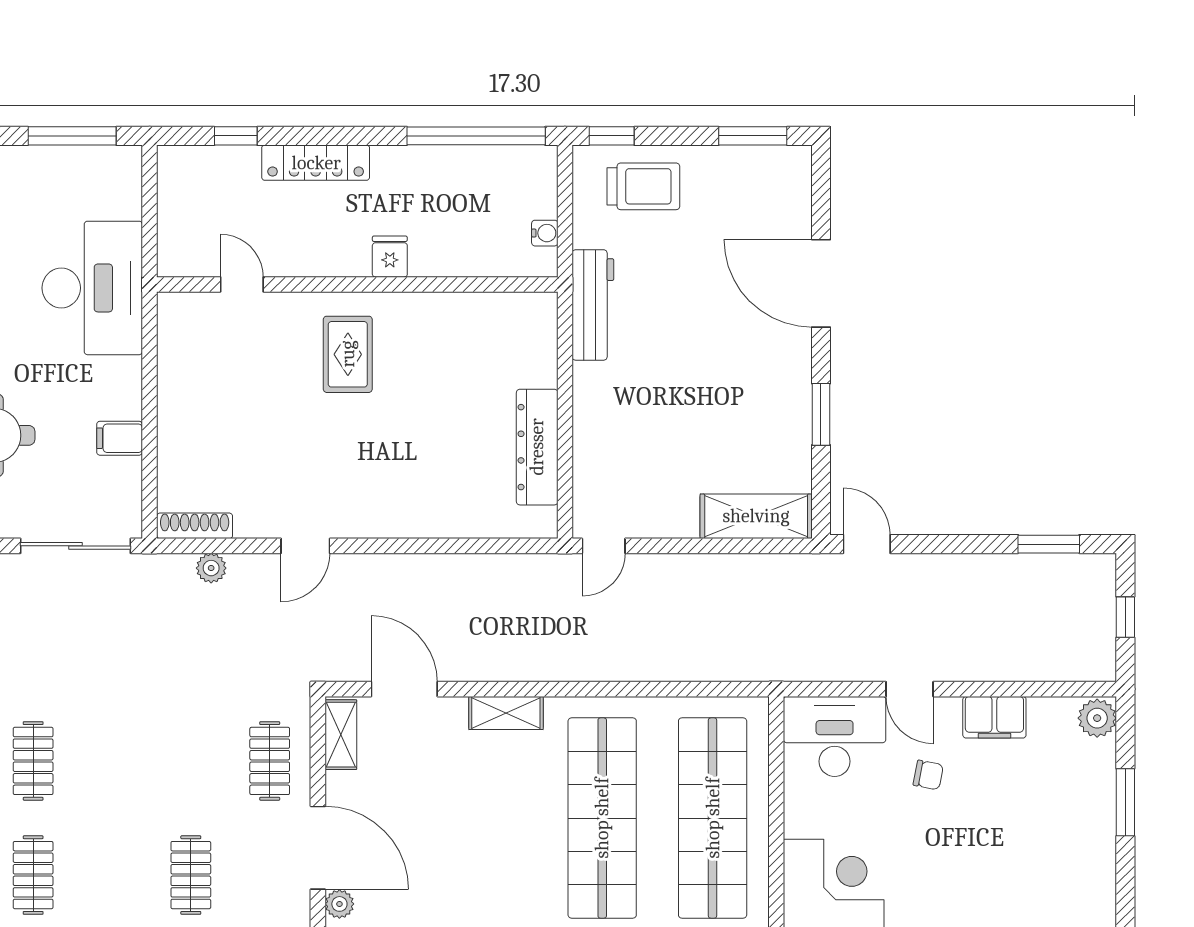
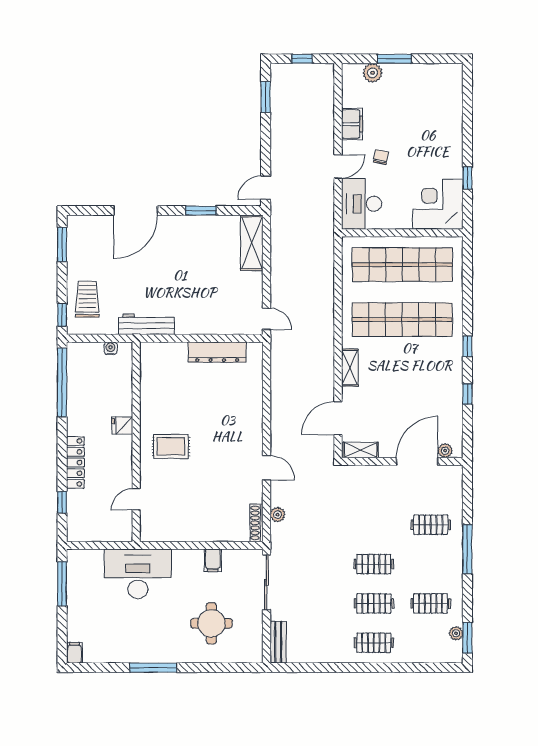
plant: (1097, 718) -> (372, 73), moved
clothes rail: (270, 761) -> (374, 564), moved

